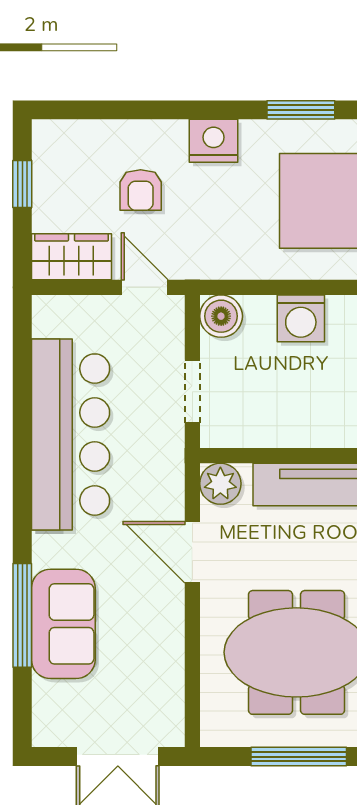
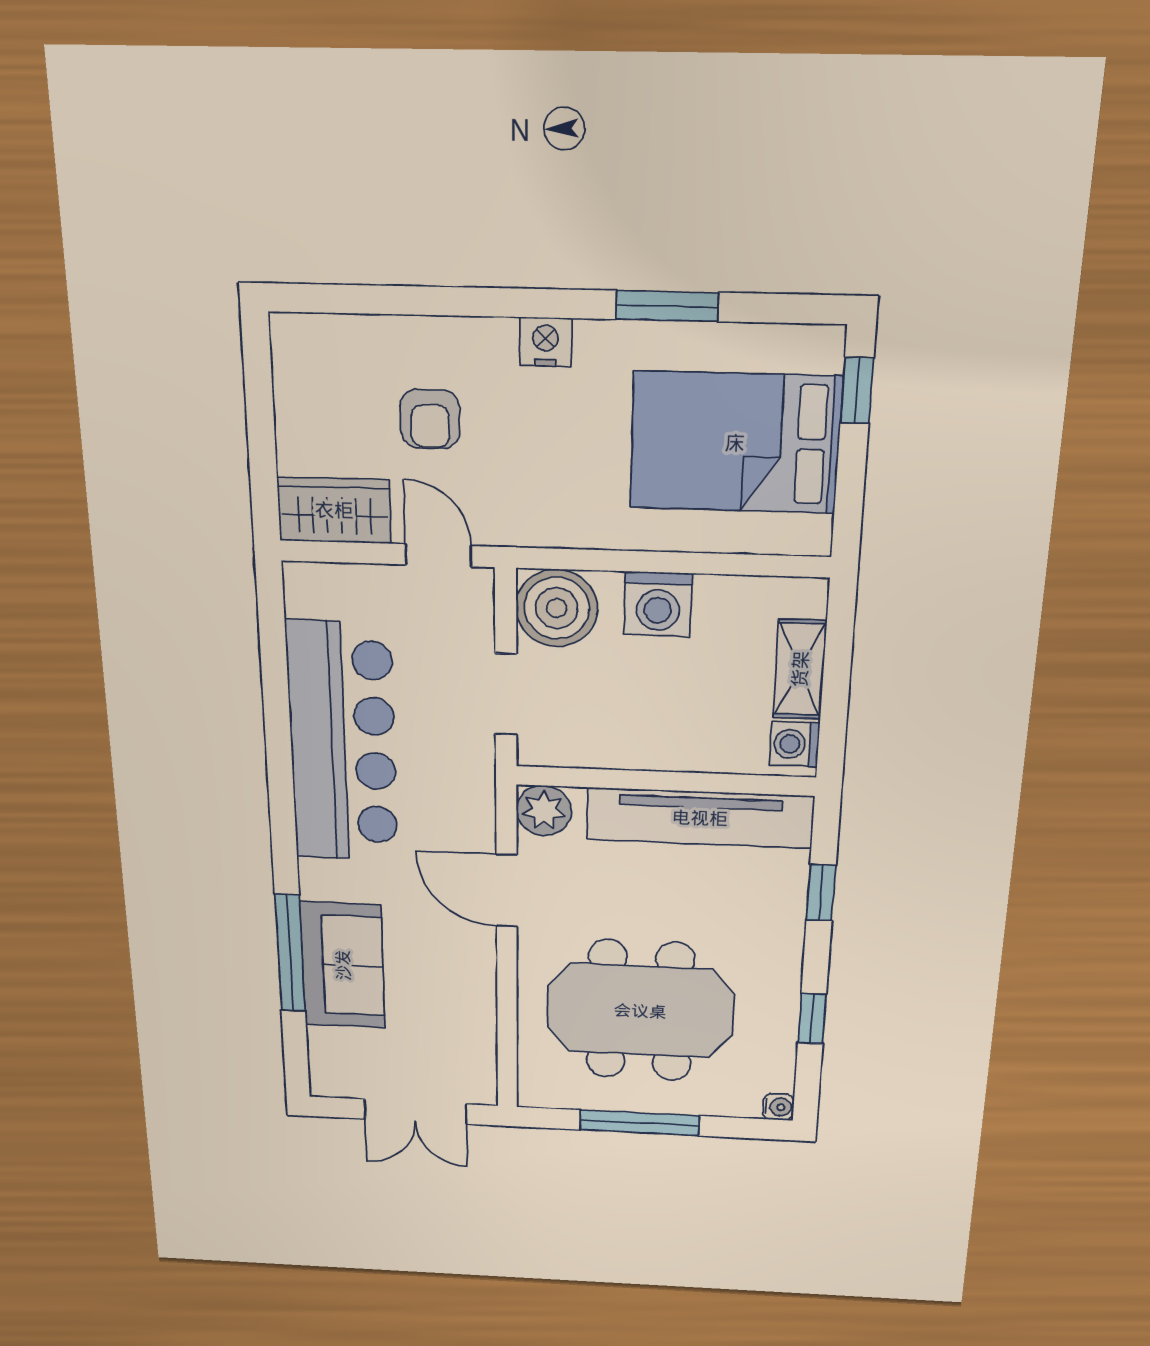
nightstand: (214, 141) -> (545, 342), width x0.74, depth x0.75
window: (22, 184) -> (260, 406), removed
boiler: (221, 316) -> (557, 608), width x1.37, depth x1.37

